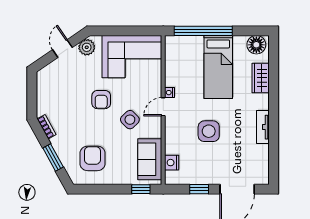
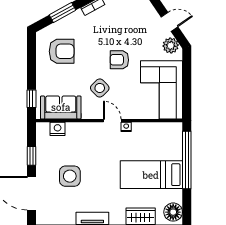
side table: (209, 131) -> (70, 176), moved

